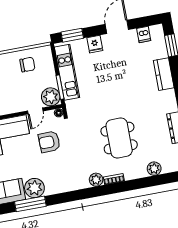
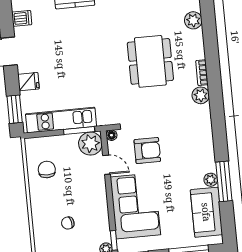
dining table: (119, 138) -> (150, 61), turned 90
armchair: (49, 142) -> (147, 151), turned -89
plant: (34, 188) -> (211, 180), width x0.53, depth x0.53

